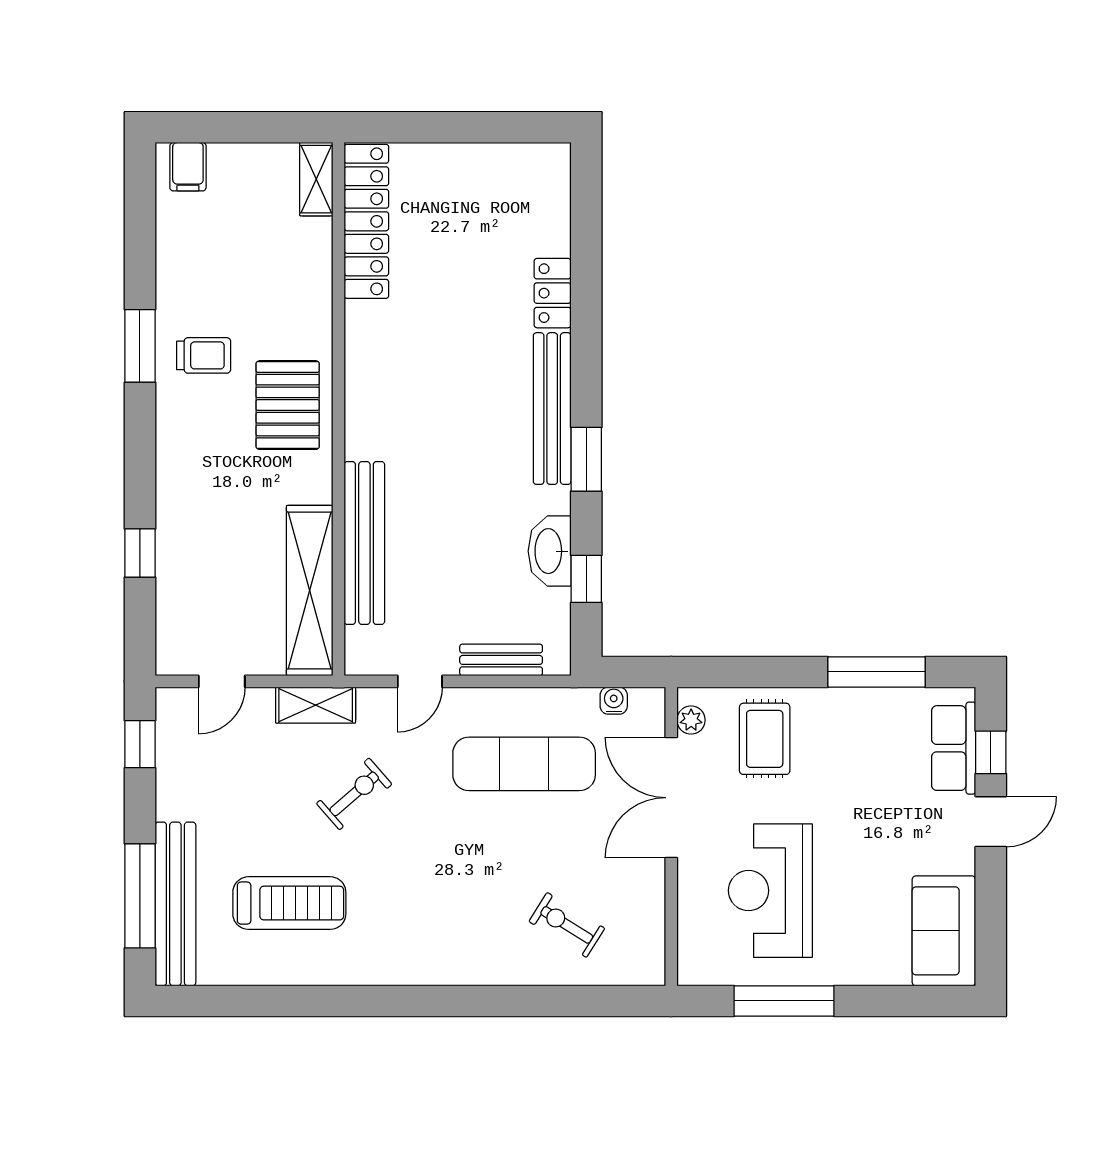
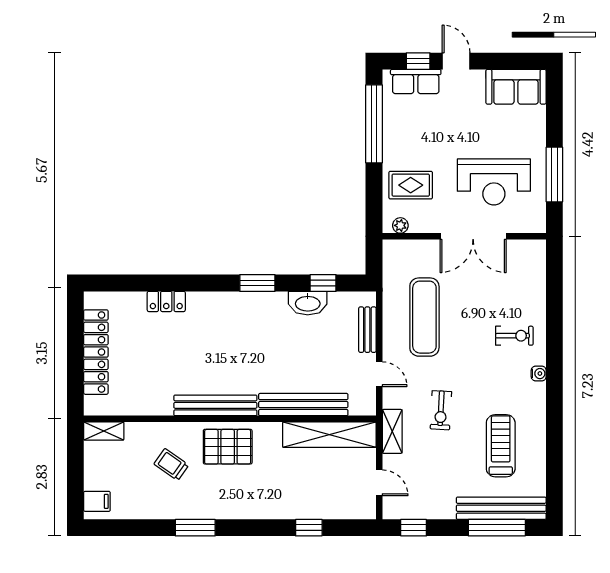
locker: (366, 221) -> (96, 352), moved, turned 90
trolley: (204, 355) -> (171, 465), moved, turned -55
bench: (552, 409) -> (215, 405), moved
window: (877, 672) -> (374, 124), width x1.46
water cooler: (614, 701) -> (539, 374), moved, turned 180
exercise bike: (354, 794) -> (441, 410), turned -136
double door: (671, 798) -> (473, 236), moved
exercise bike: (567, 925) -> (514, 336), moved, turned -122

